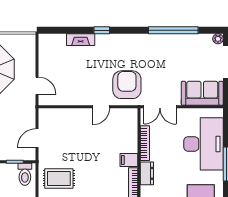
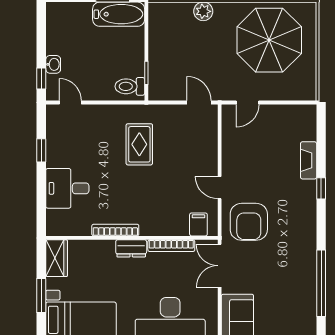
armchair: (127, 85) -> (249, 222), turned 90
door: (37, 138) -> (199, 103), moved
filing cabinet: (129, 160) -> (198, 224), moved
rug: (59, 178) -> (139, 144), moved

